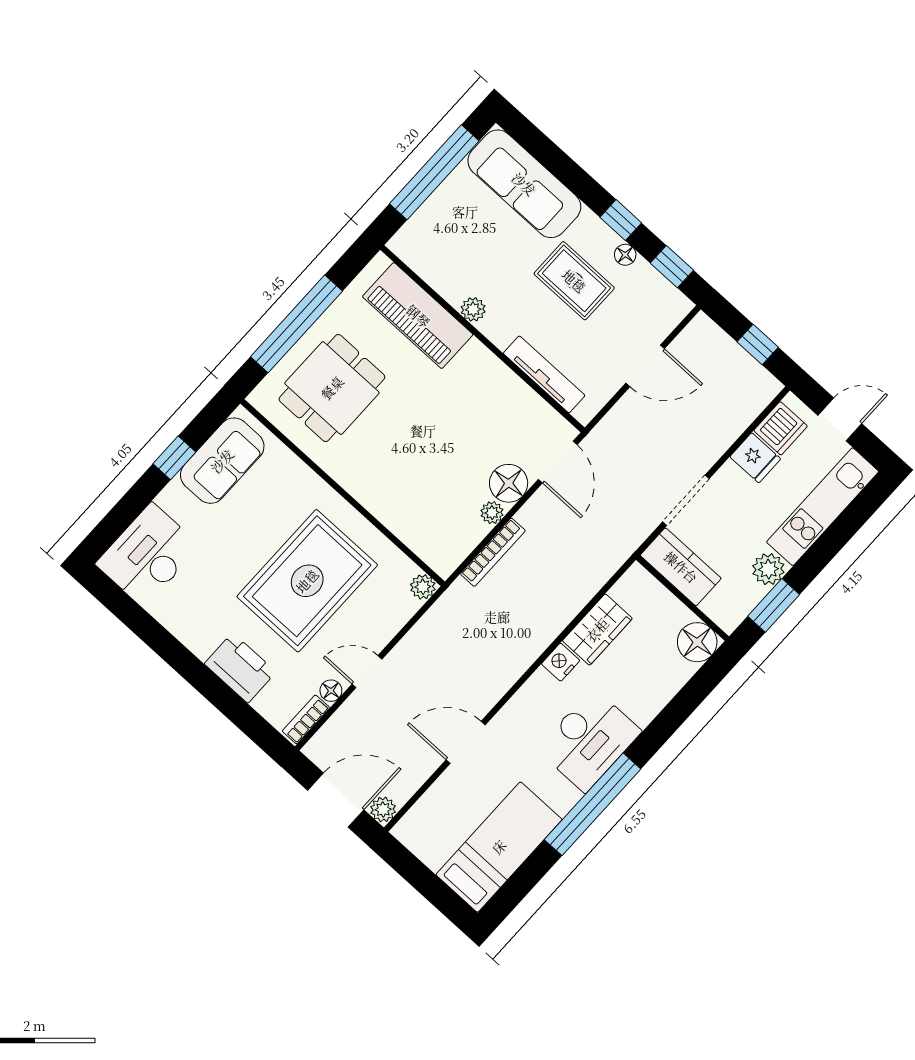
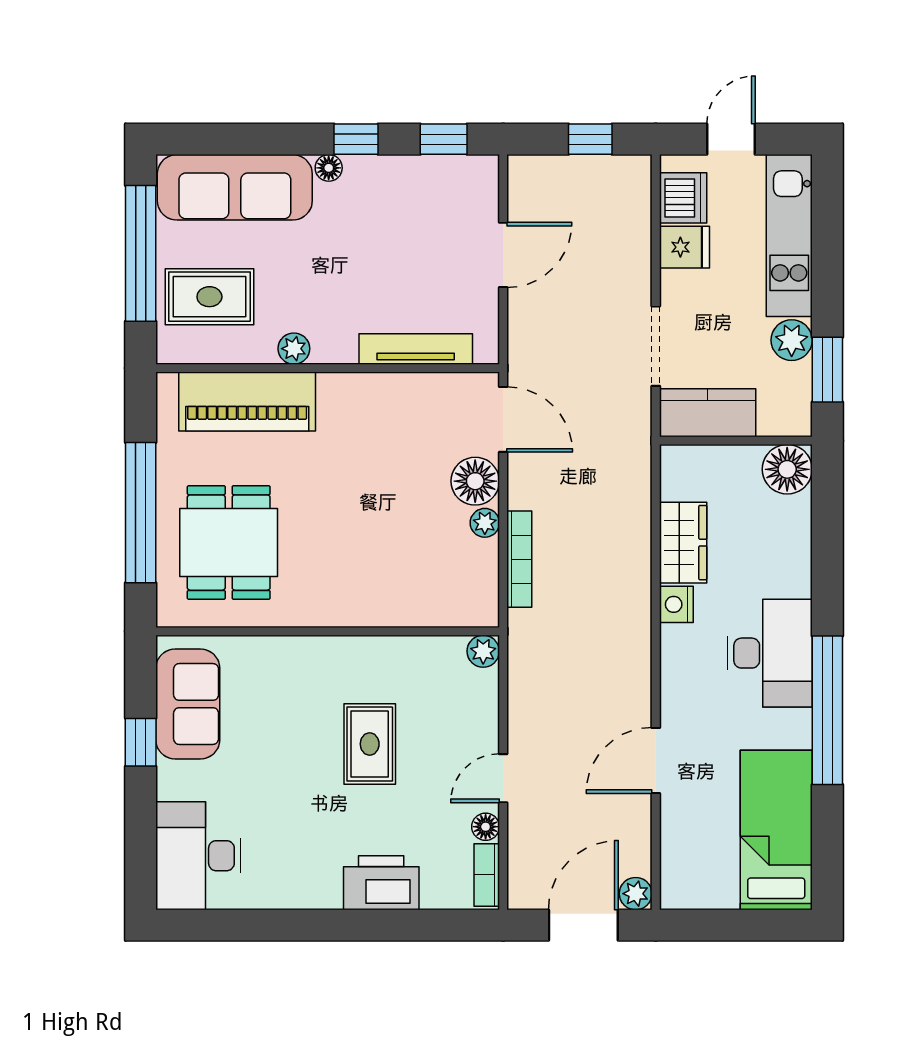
floor lamp: (625, 255) -> (329, 168), moved
rug: (574, 281) -> (209, 297), moved
rug: (307, 581) -> (370, 744), width x0.54, depth x0.49

